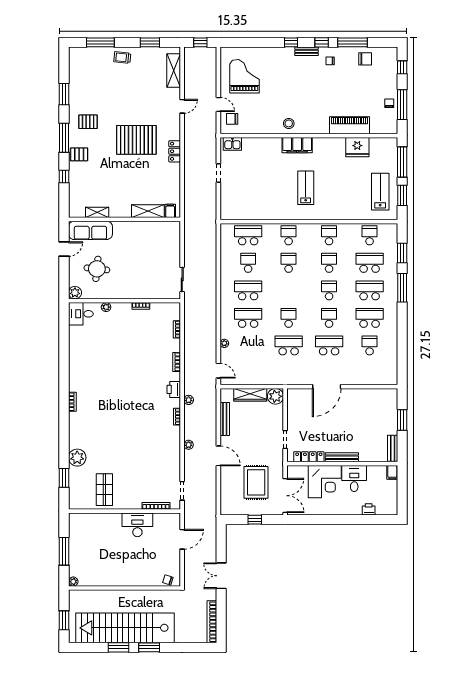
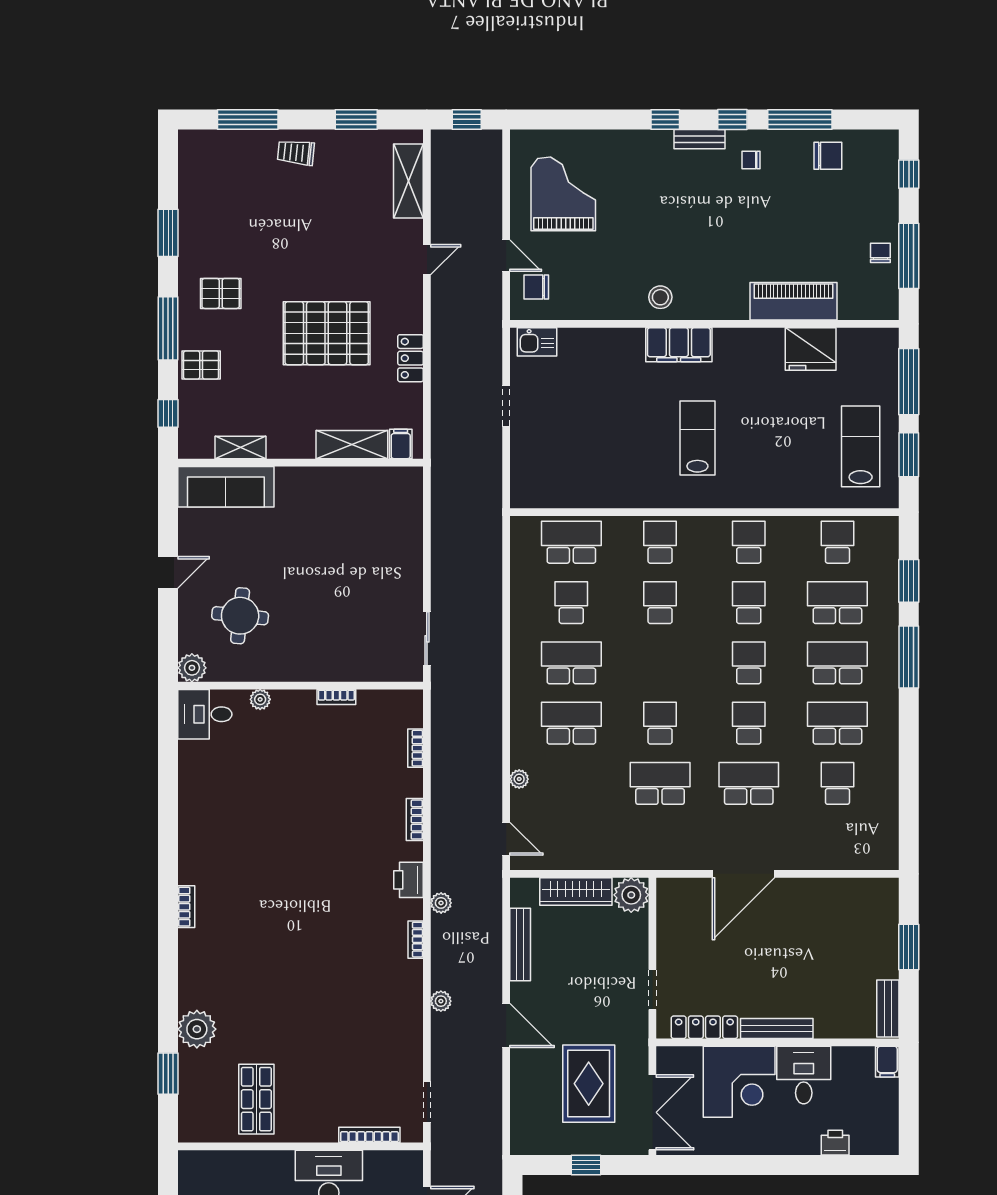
shelving: (148, 211) -> (352, 445), moved
filing cabinet: (170, 211) -> (401, 444), moved
shelving: (97, 212) -> (241, 447), moved
wall: (125, 219) -> (301, 463), moved
sofa: (90, 230) -> (226, 487), moved

